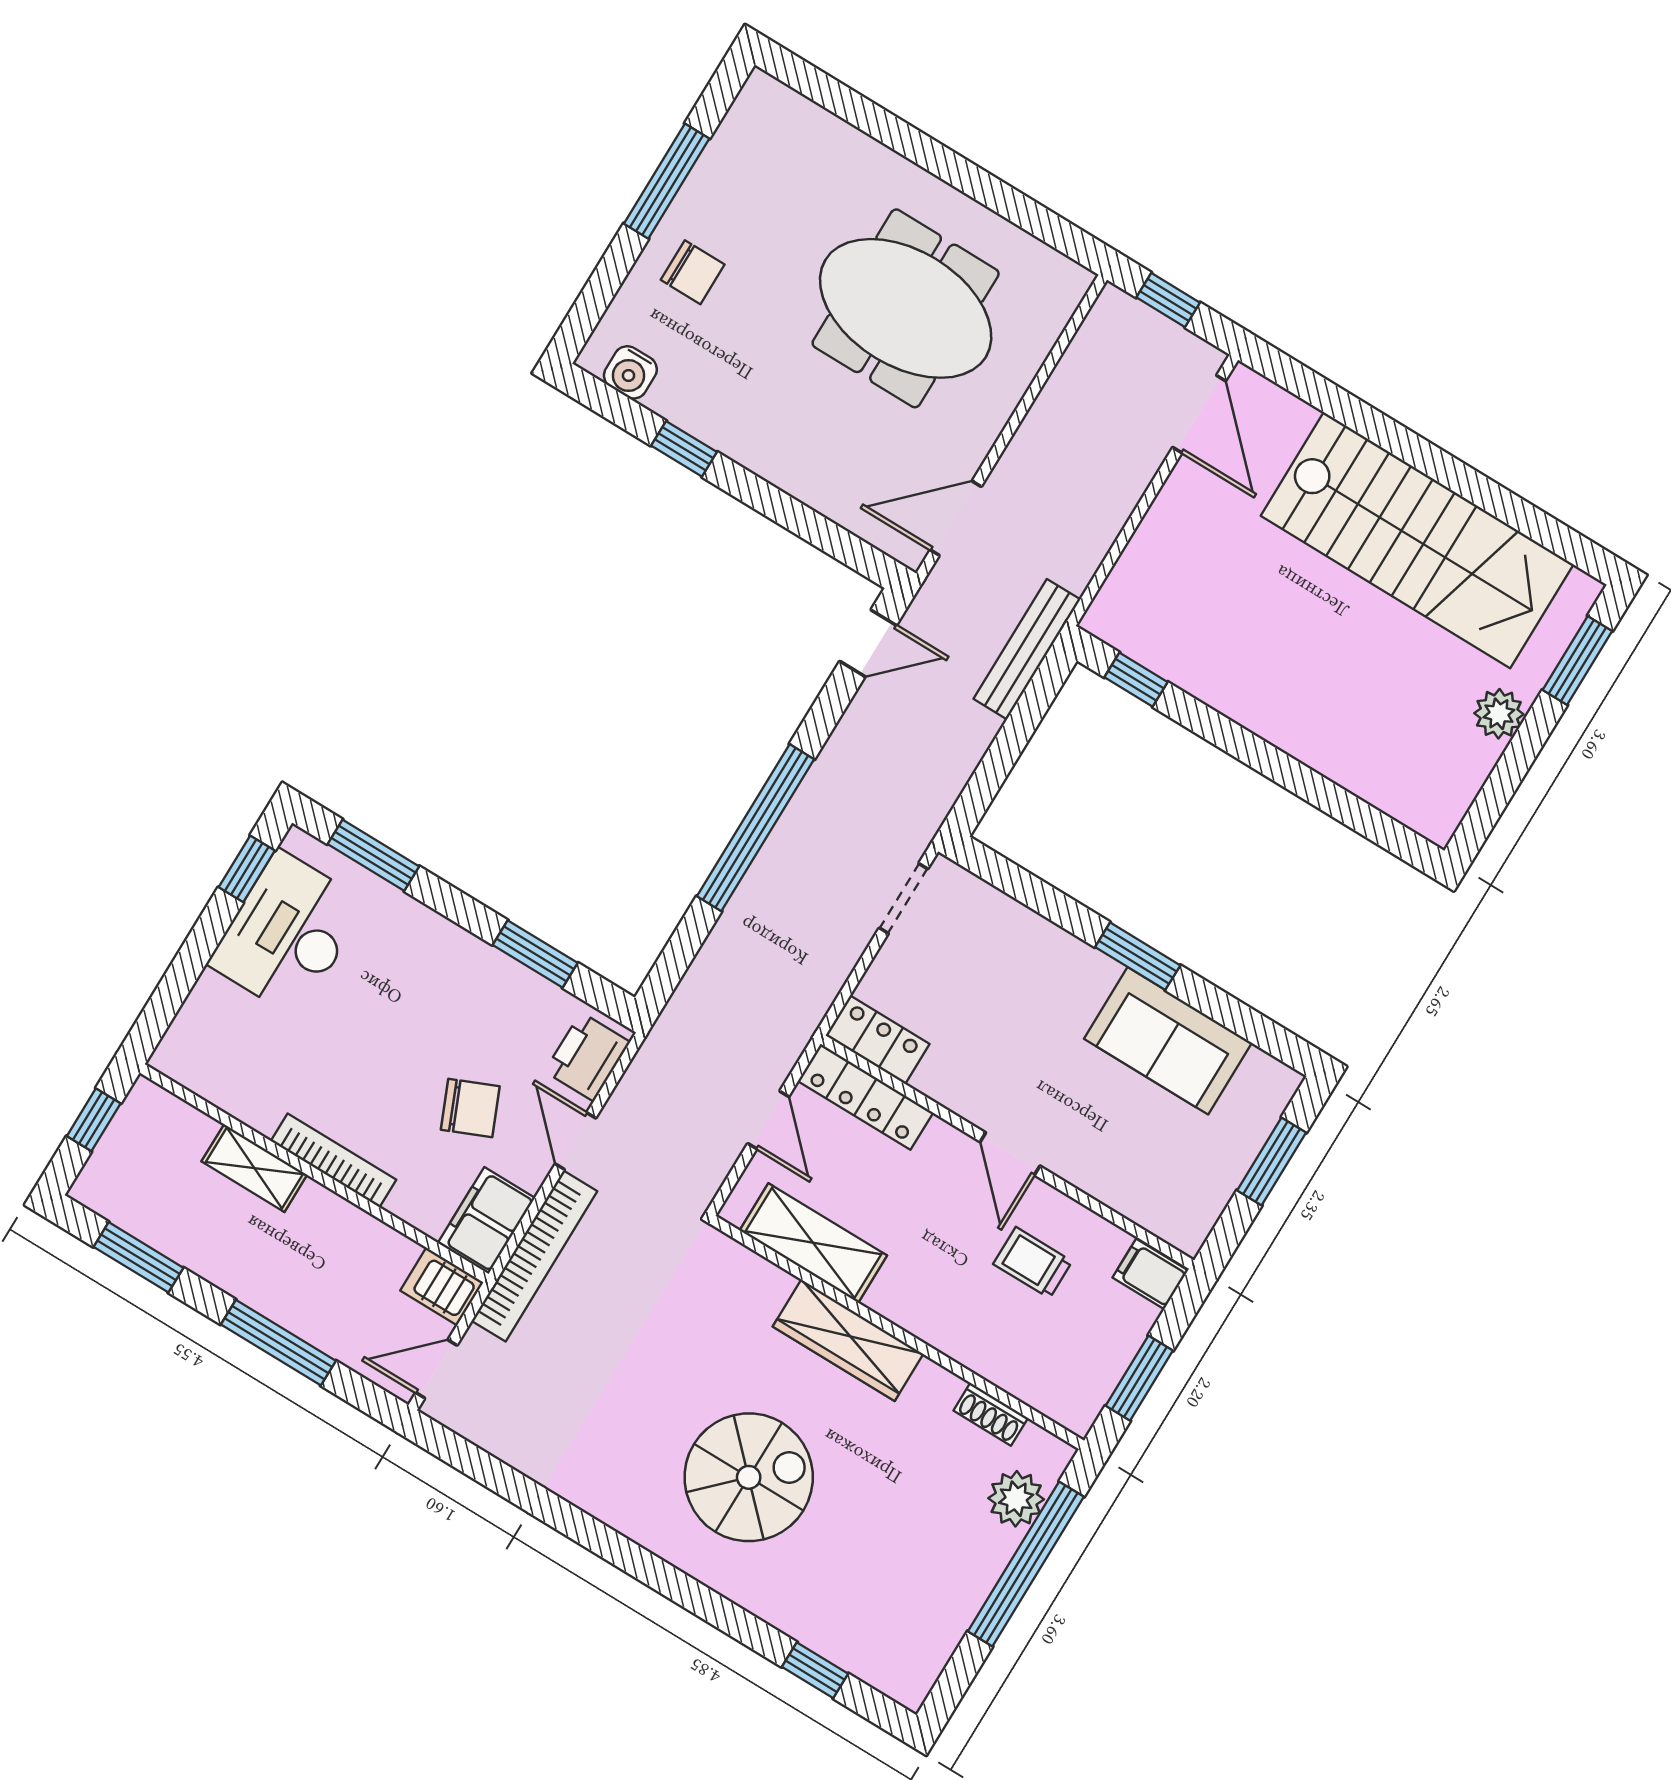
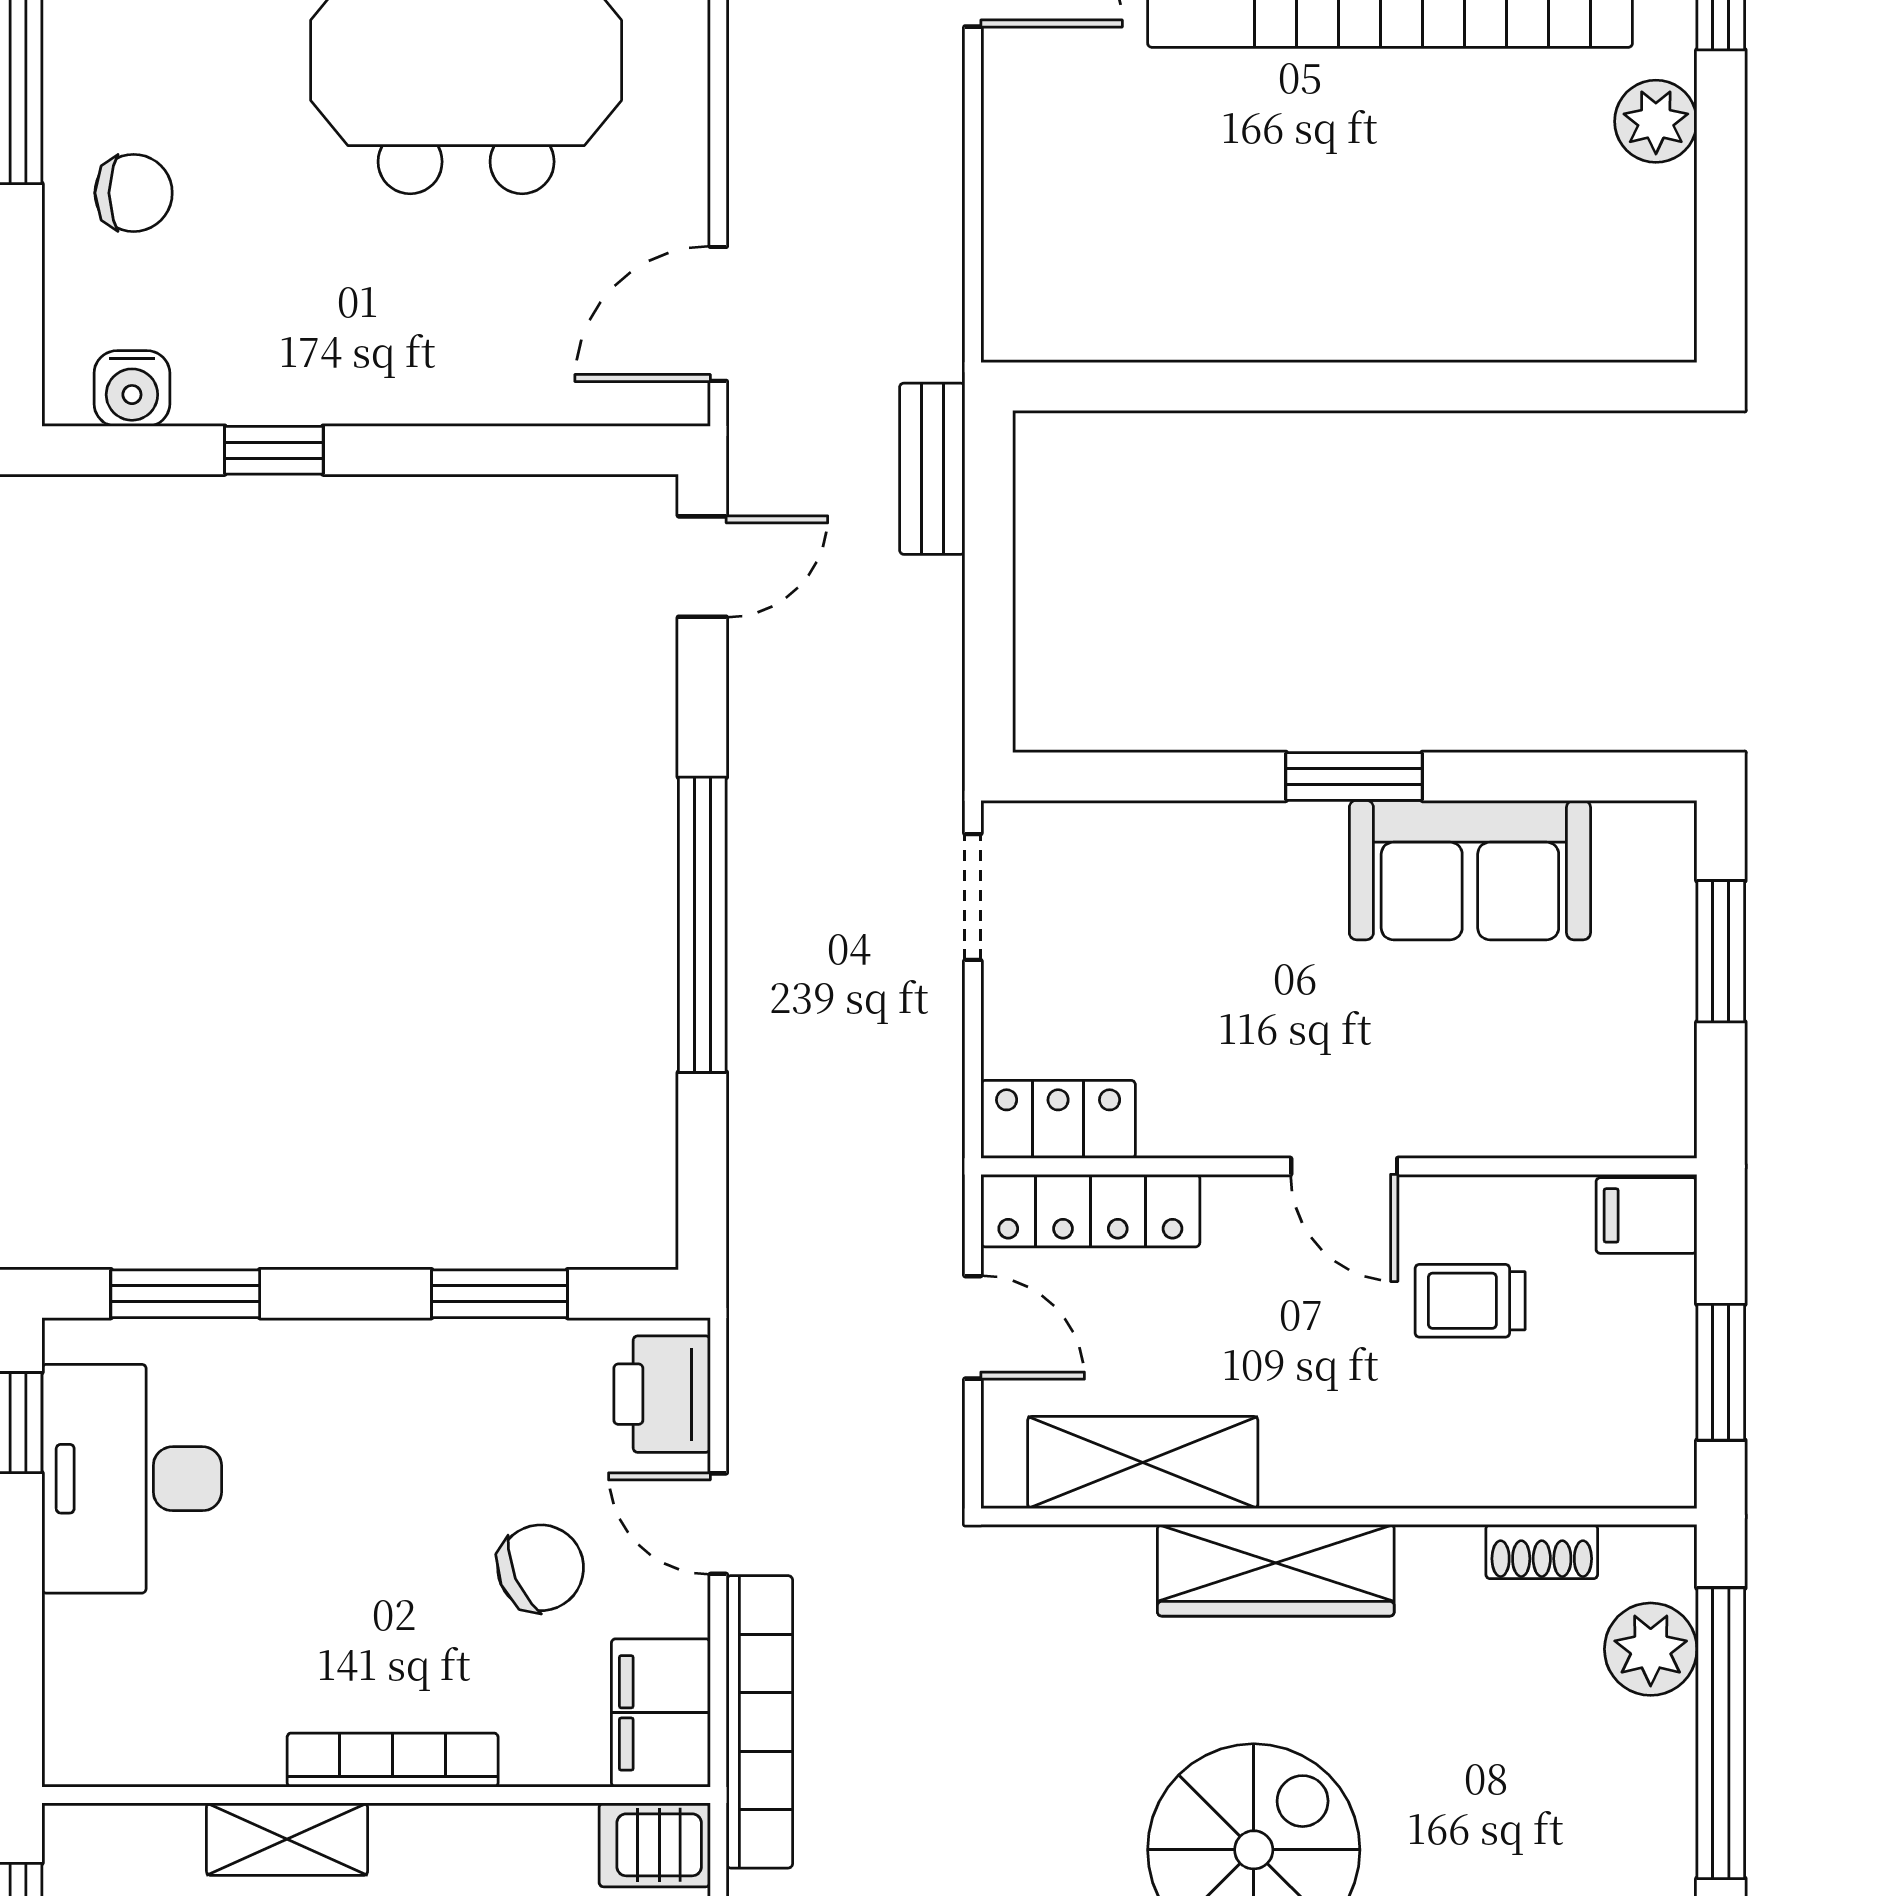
bench: (1027, 649) -> (932, 469), width x0.73
window: (1136, 680) -> (1113, 387), removed

